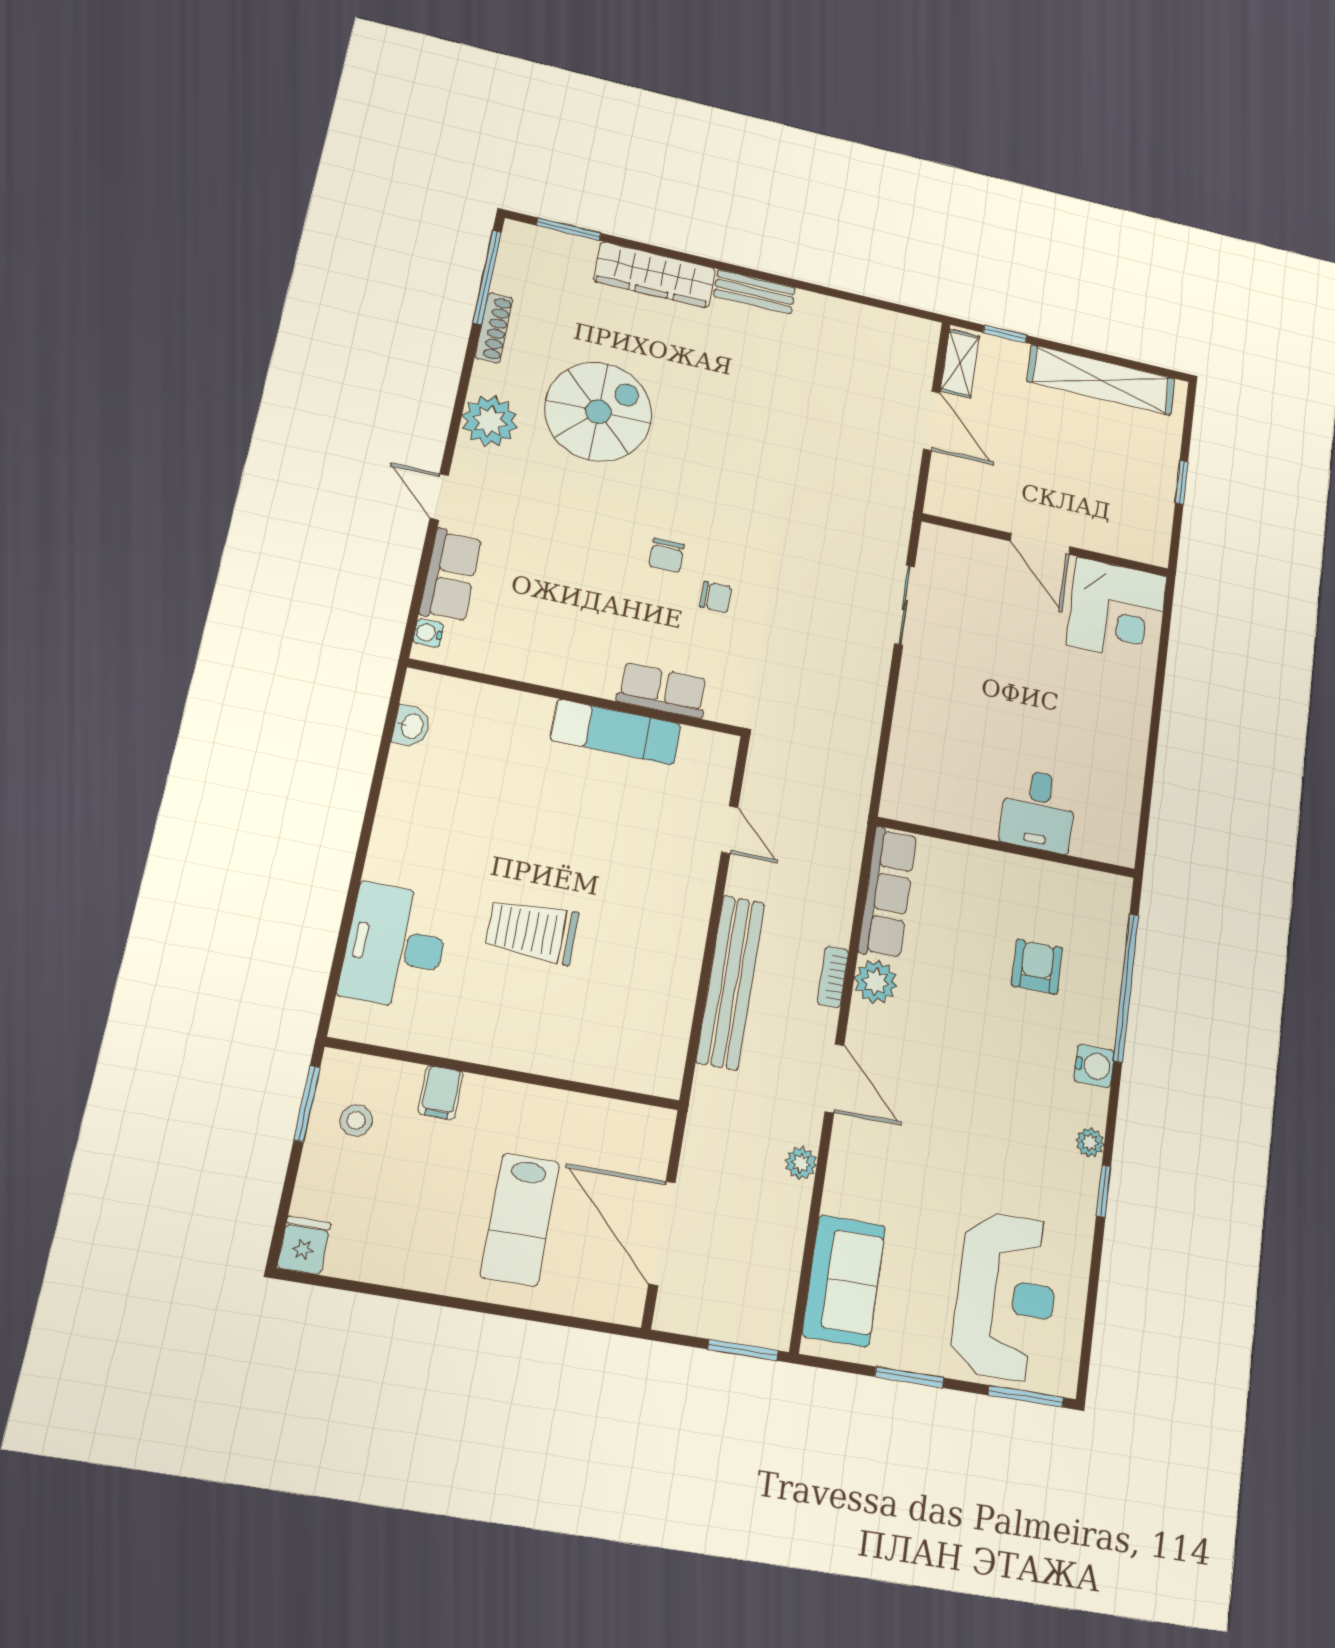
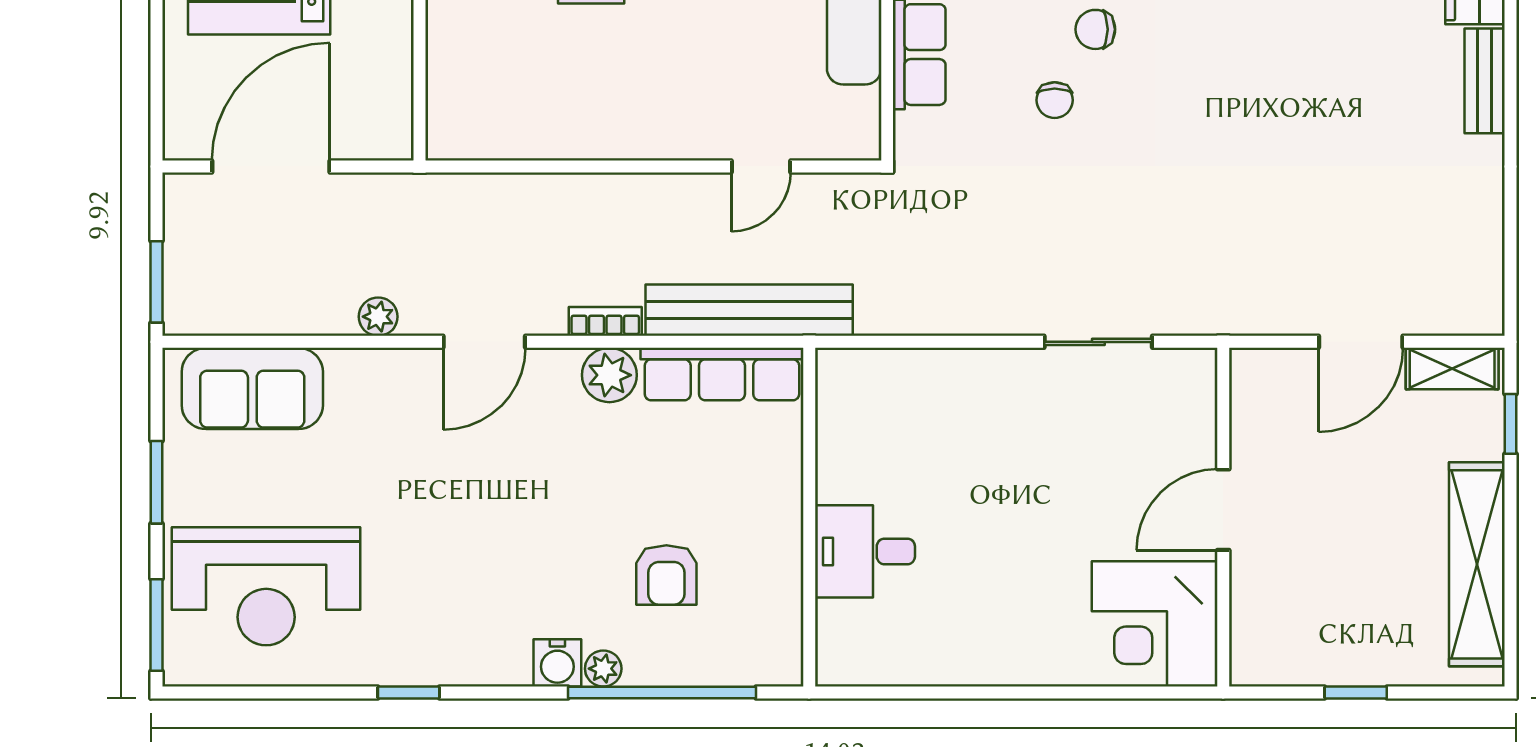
armchair: (1037, 967) -> (666, 575), turned 90
bench: (730, 982) -> (749, 310), moved
plant: (1090, 1142) -> (603, 669), moved

